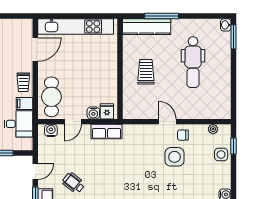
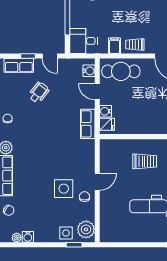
desk: (18, 124) -> (83, 41), moved, turned 90
plant: (213, 129) -> (86, 229), width x1.88, depth x1.88

